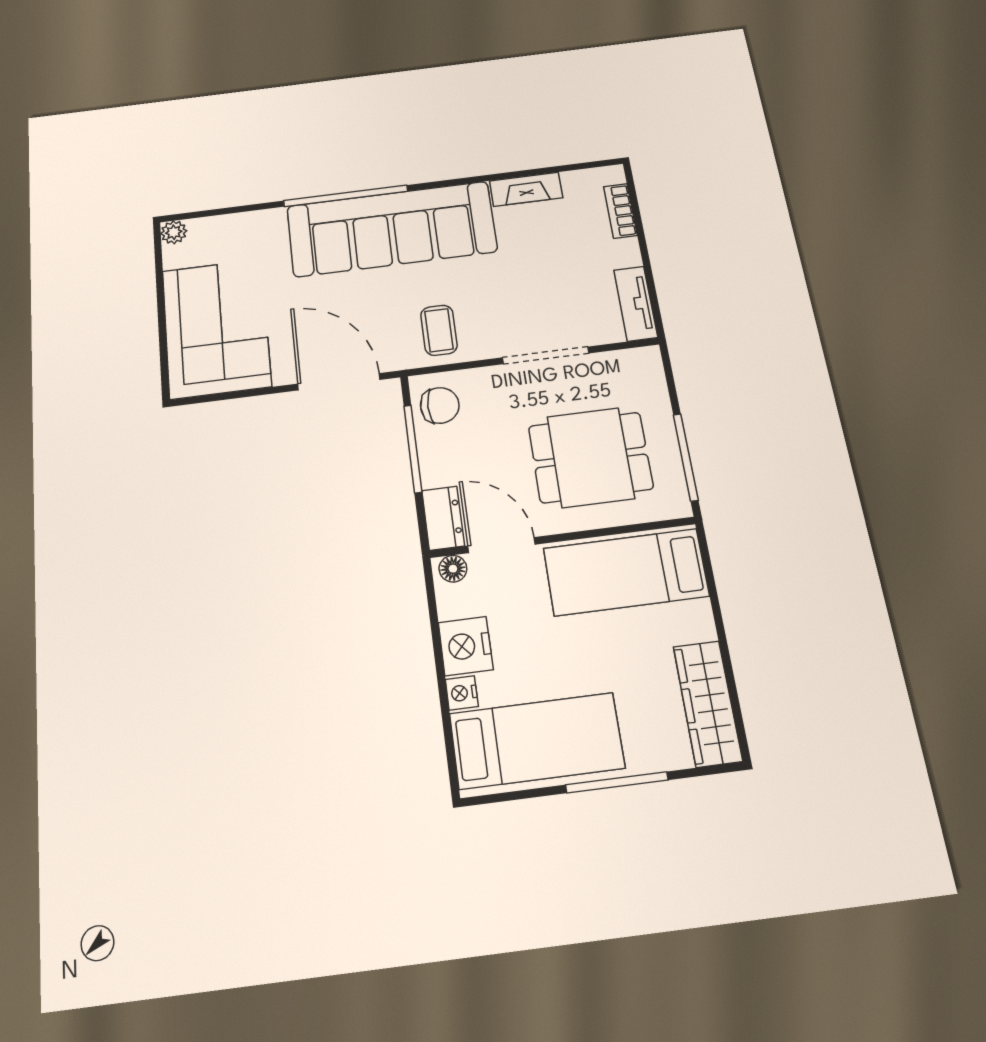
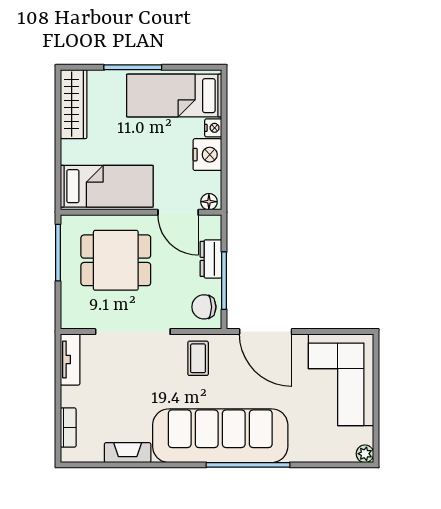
doorway: (546, 355) -> (133, 332), width x1.36
dresser: (443, 518) -> (211, 259), moved

